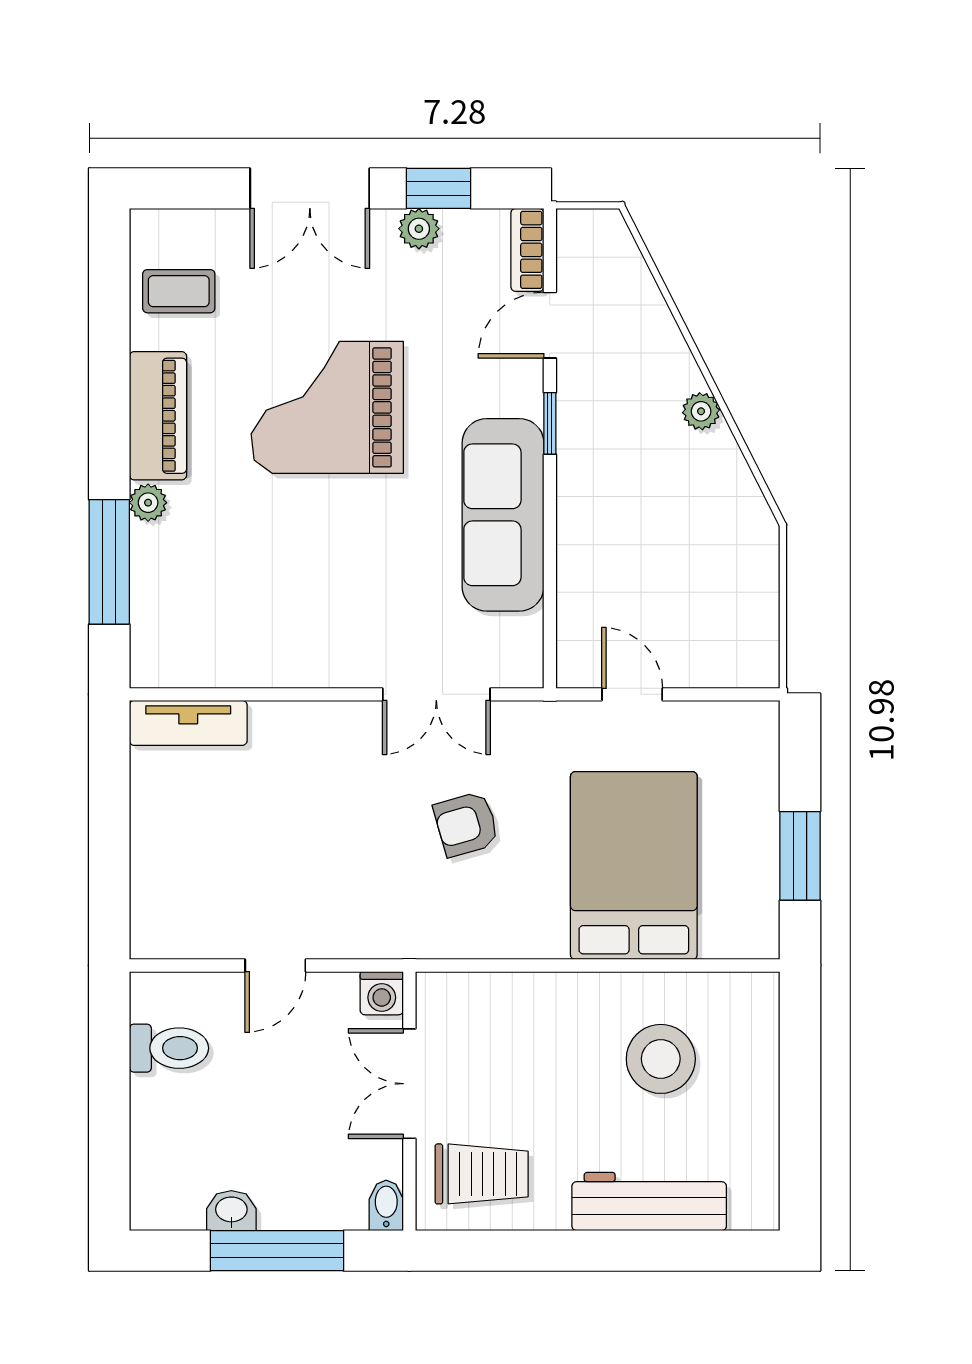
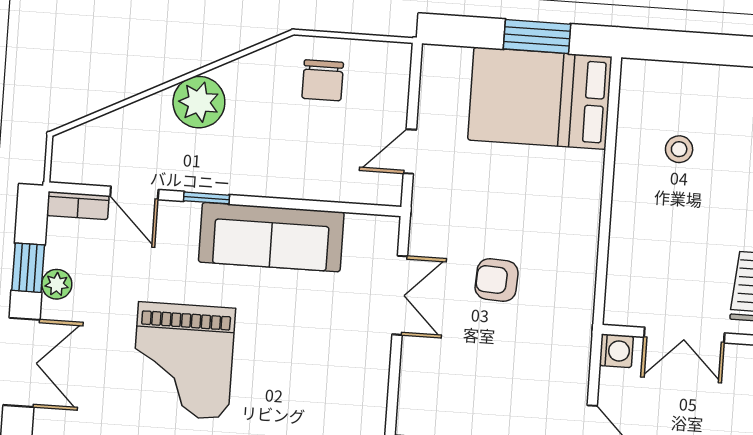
plant: (701, 411) -> (199, 102), width x1.88, depth x1.88
chair: (720, 570) -> (323, 80), added
armchair: (466, 824) -> (497, 280), turned 109
bed: (634, 866) -> (540, 98), moved
stool: (661, 1059) -> (679, 149), width x0.53, depth x0.53

